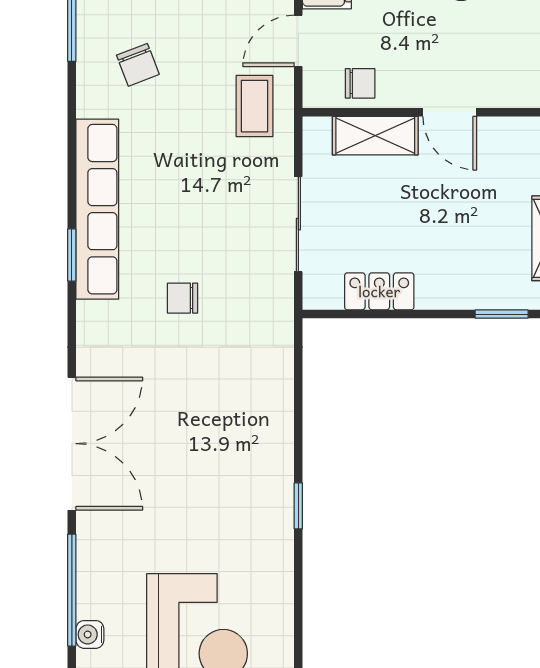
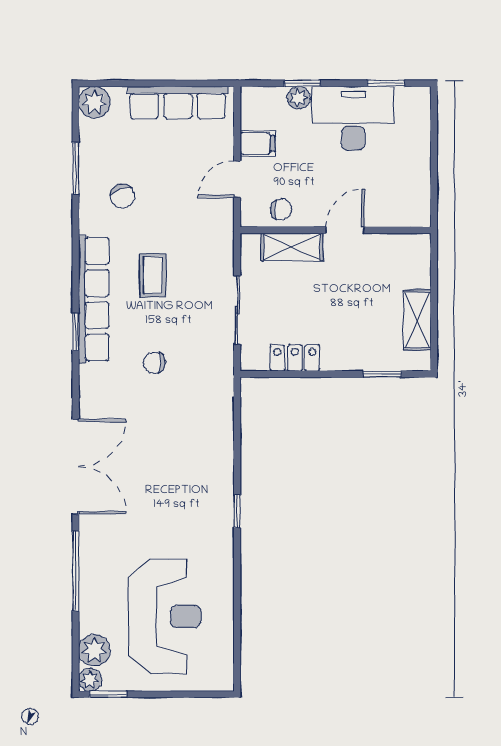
coffee table: (255, 106) -> (153, 275), moved
door: (450, 112) -> (345, 230), swing flipped
water cooler: (90, 634) -> (88, 603), removed

